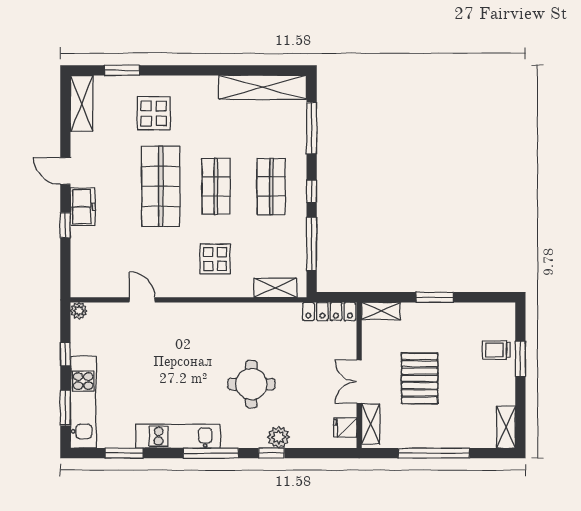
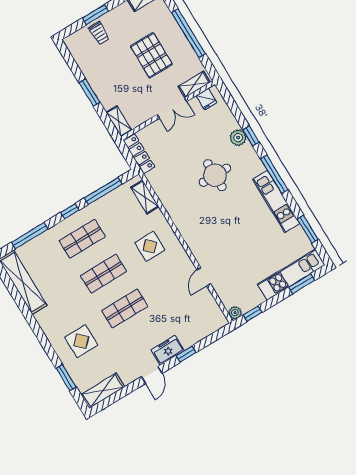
shop shelf: (161, 186) -> (125, 309), width x0.70, depth x0.74
window: (65, 354) -> (253, 314), moved
pallet: (420, 378) -> (151, 55), moved, turned 90

